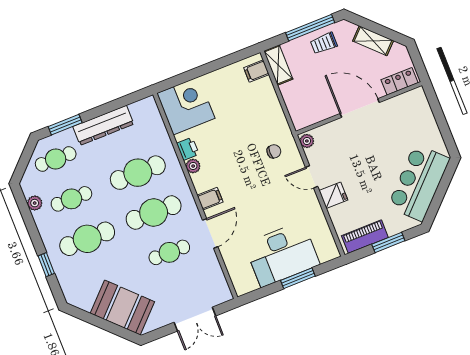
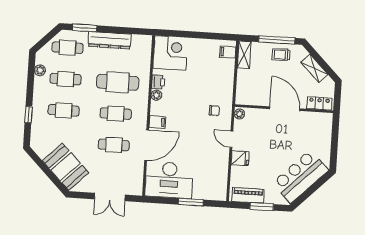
cafe table: (154, 213) -> (116, 114), width x0.73, depth x0.74
door: (210, 233) -> (147, 145), width x1.36
cafe table: (87, 239) -> (64, 110), width x0.73, depth x0.74
desk: (282, 254) -> (169, 180), moved

